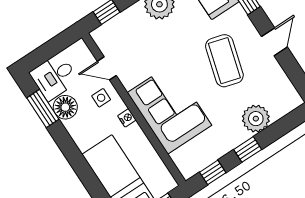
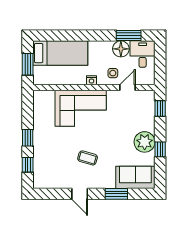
coffee table: (224, 61) -> (88, 158), width x0.54, depth x0.58
plant: (256, 119) -> (42, 154), removed
window: (213, 172) -> (28, 165), moved

